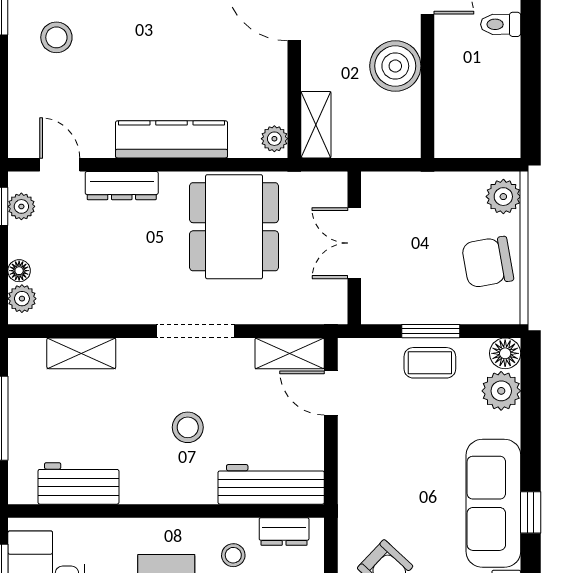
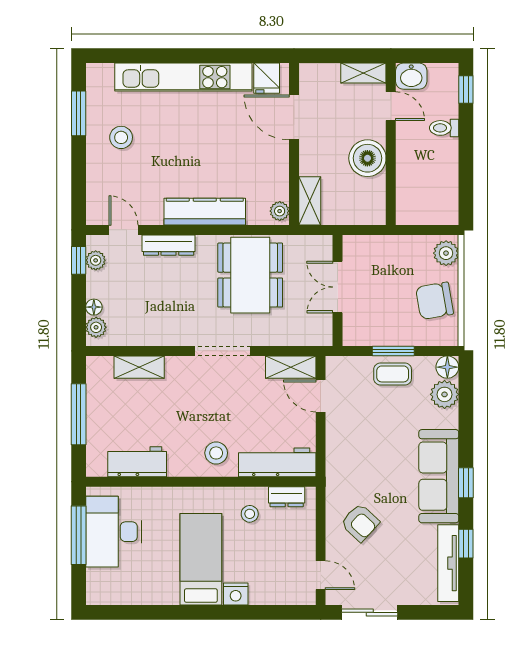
stool: (188, 427) -> (216, 453), moved

